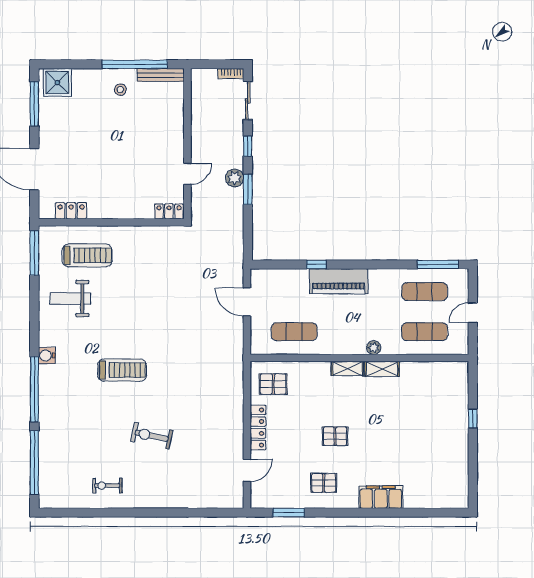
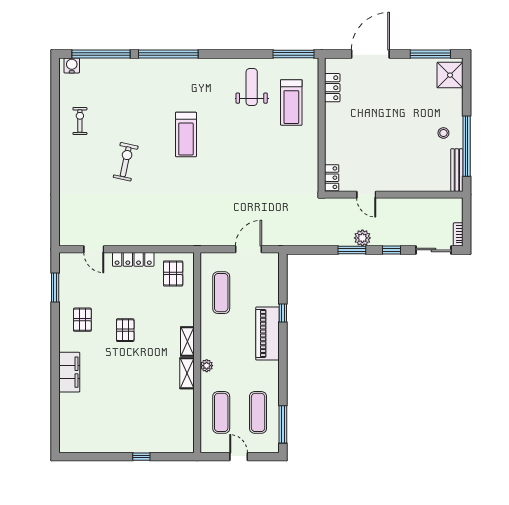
water cooler: (47, 356) -> (72, 65), moved

